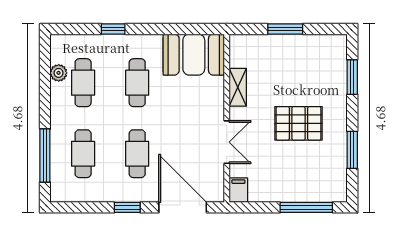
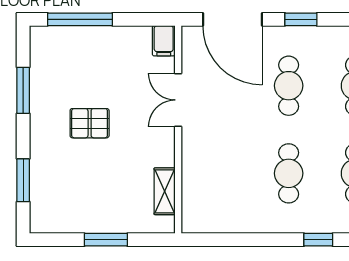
booth: (194, 55) -> (219, 208), removed
shelving: (238, 87) -> (165, 191), moved
pallet: (298, 123) -> (90, 123), width x0.67, depth x0.71

